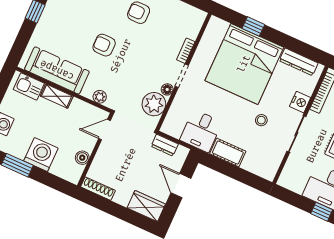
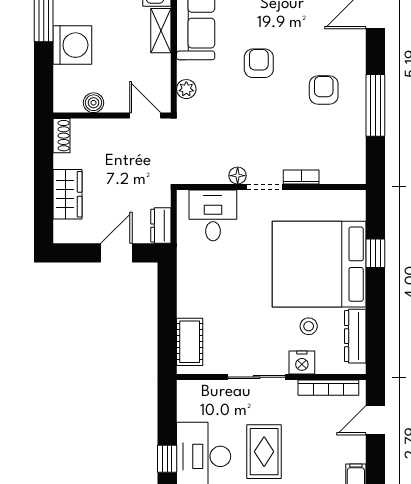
plant: (154, 104) -> (210, 167), removed
stool: (261, 120) -> (309, 326), moved
desk: (201, 131) -> (213, 215), moved, turned 90
dresser: (165, 145) -> (161, 226), moved
cot: (228, 153) -> (190, 342), moved
shoe rack: (98, 189) -> (61, 136), width x0.70
wardrobe: (146, 206) -> (67, 194), moved

